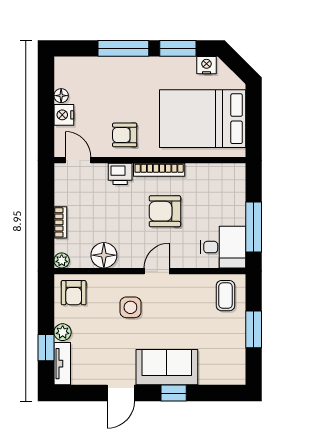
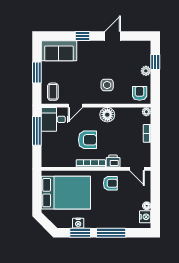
nightstand: (207, 65) -> (78, 223), moved
nightstand: (64, 115) -> (145, 217), moved
floor lamp: (104, 255) -> (107, 115), moved
door: (157, 271) -> (75, 106), moved
tv unit: (62, 364) -> (146, 53), removed
sofa: (167, 367) -> (59, 51), moved

